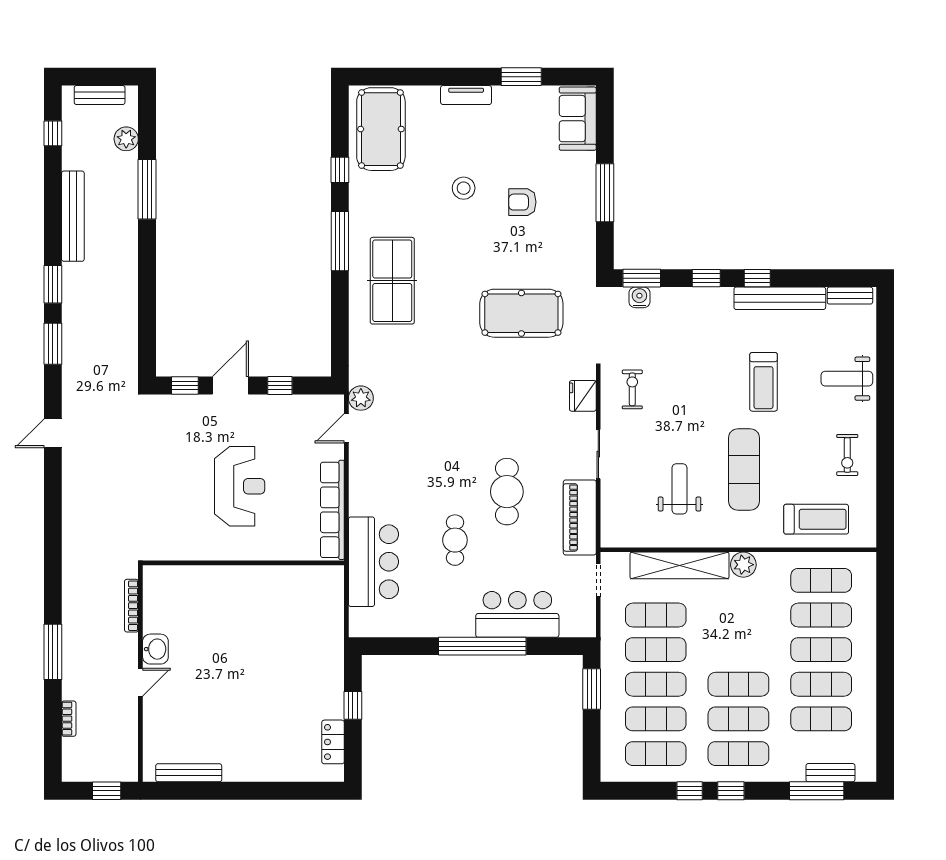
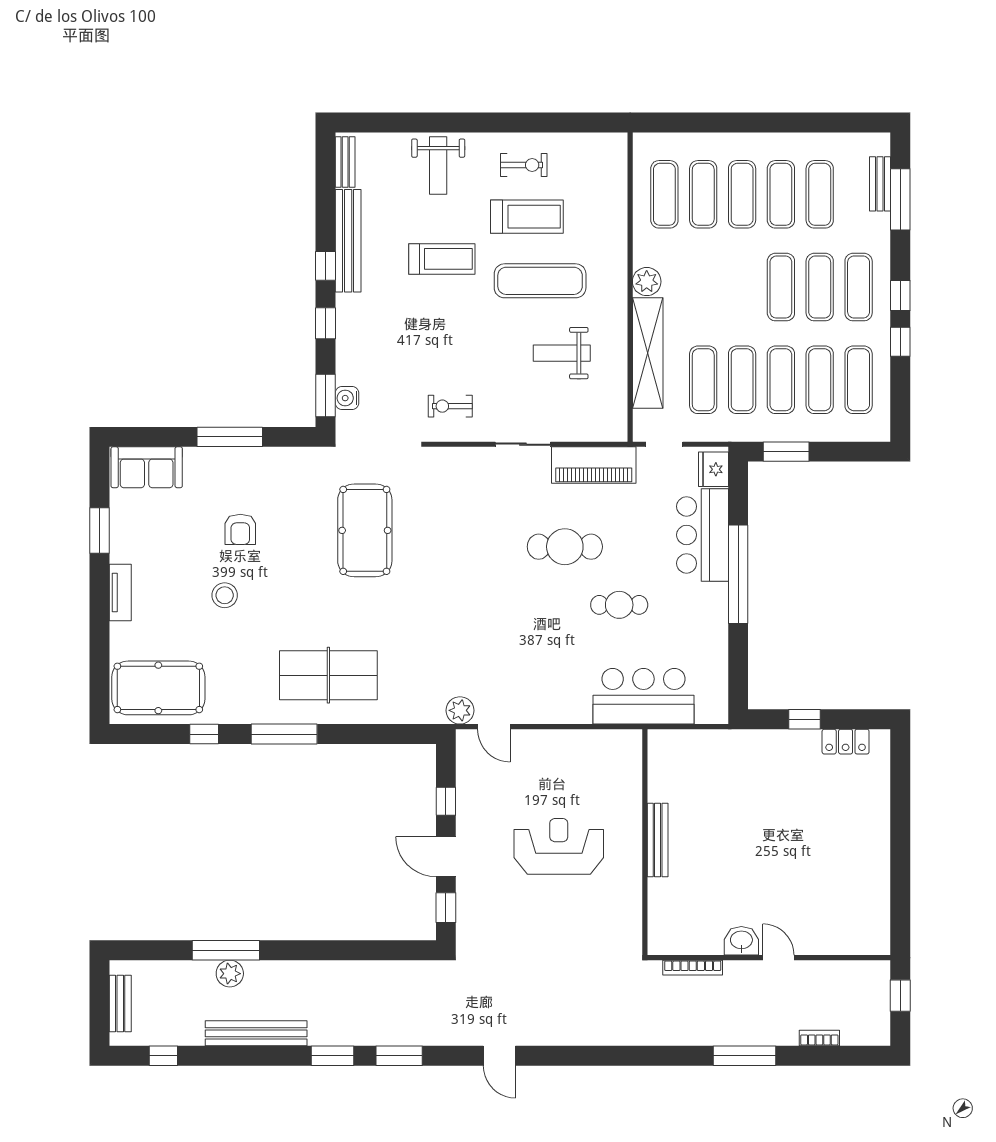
plant: (126, 139) -> (230, 974), moved
fridge: (583, 396) -> (713, 469), moved, turned 90
row of seats: (332, 510) -> (585, 742), removed
treadmill: (816, 519) -> (527, 217), moved, turned 90
bench: (189, 773) -> (658, 840), moved

